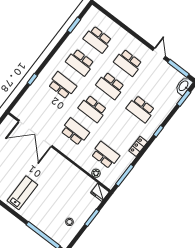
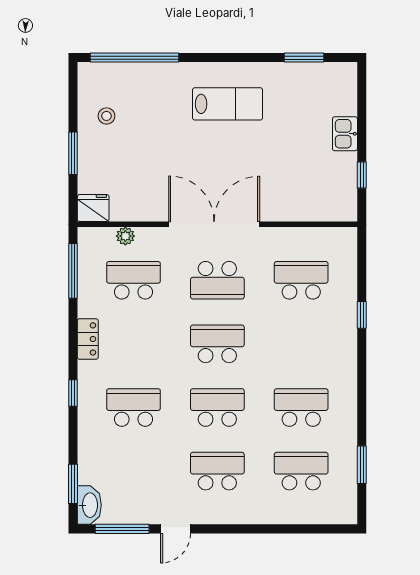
door: (159, 53) -> (176, 529), hinge flipped
school desk: (62, 85) -> (301, 280), moved, turned 180
double door: (35, 133) -> (214, 224), moved
school desk: (105, 155) -> (134, 280), turned 180
lab bench: (22, 193) -> (228, 104), turned -90

